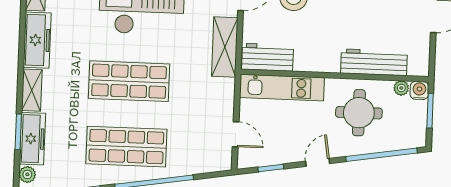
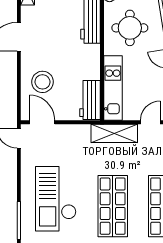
shelving: (225, 47) -> (114, 133), moved

